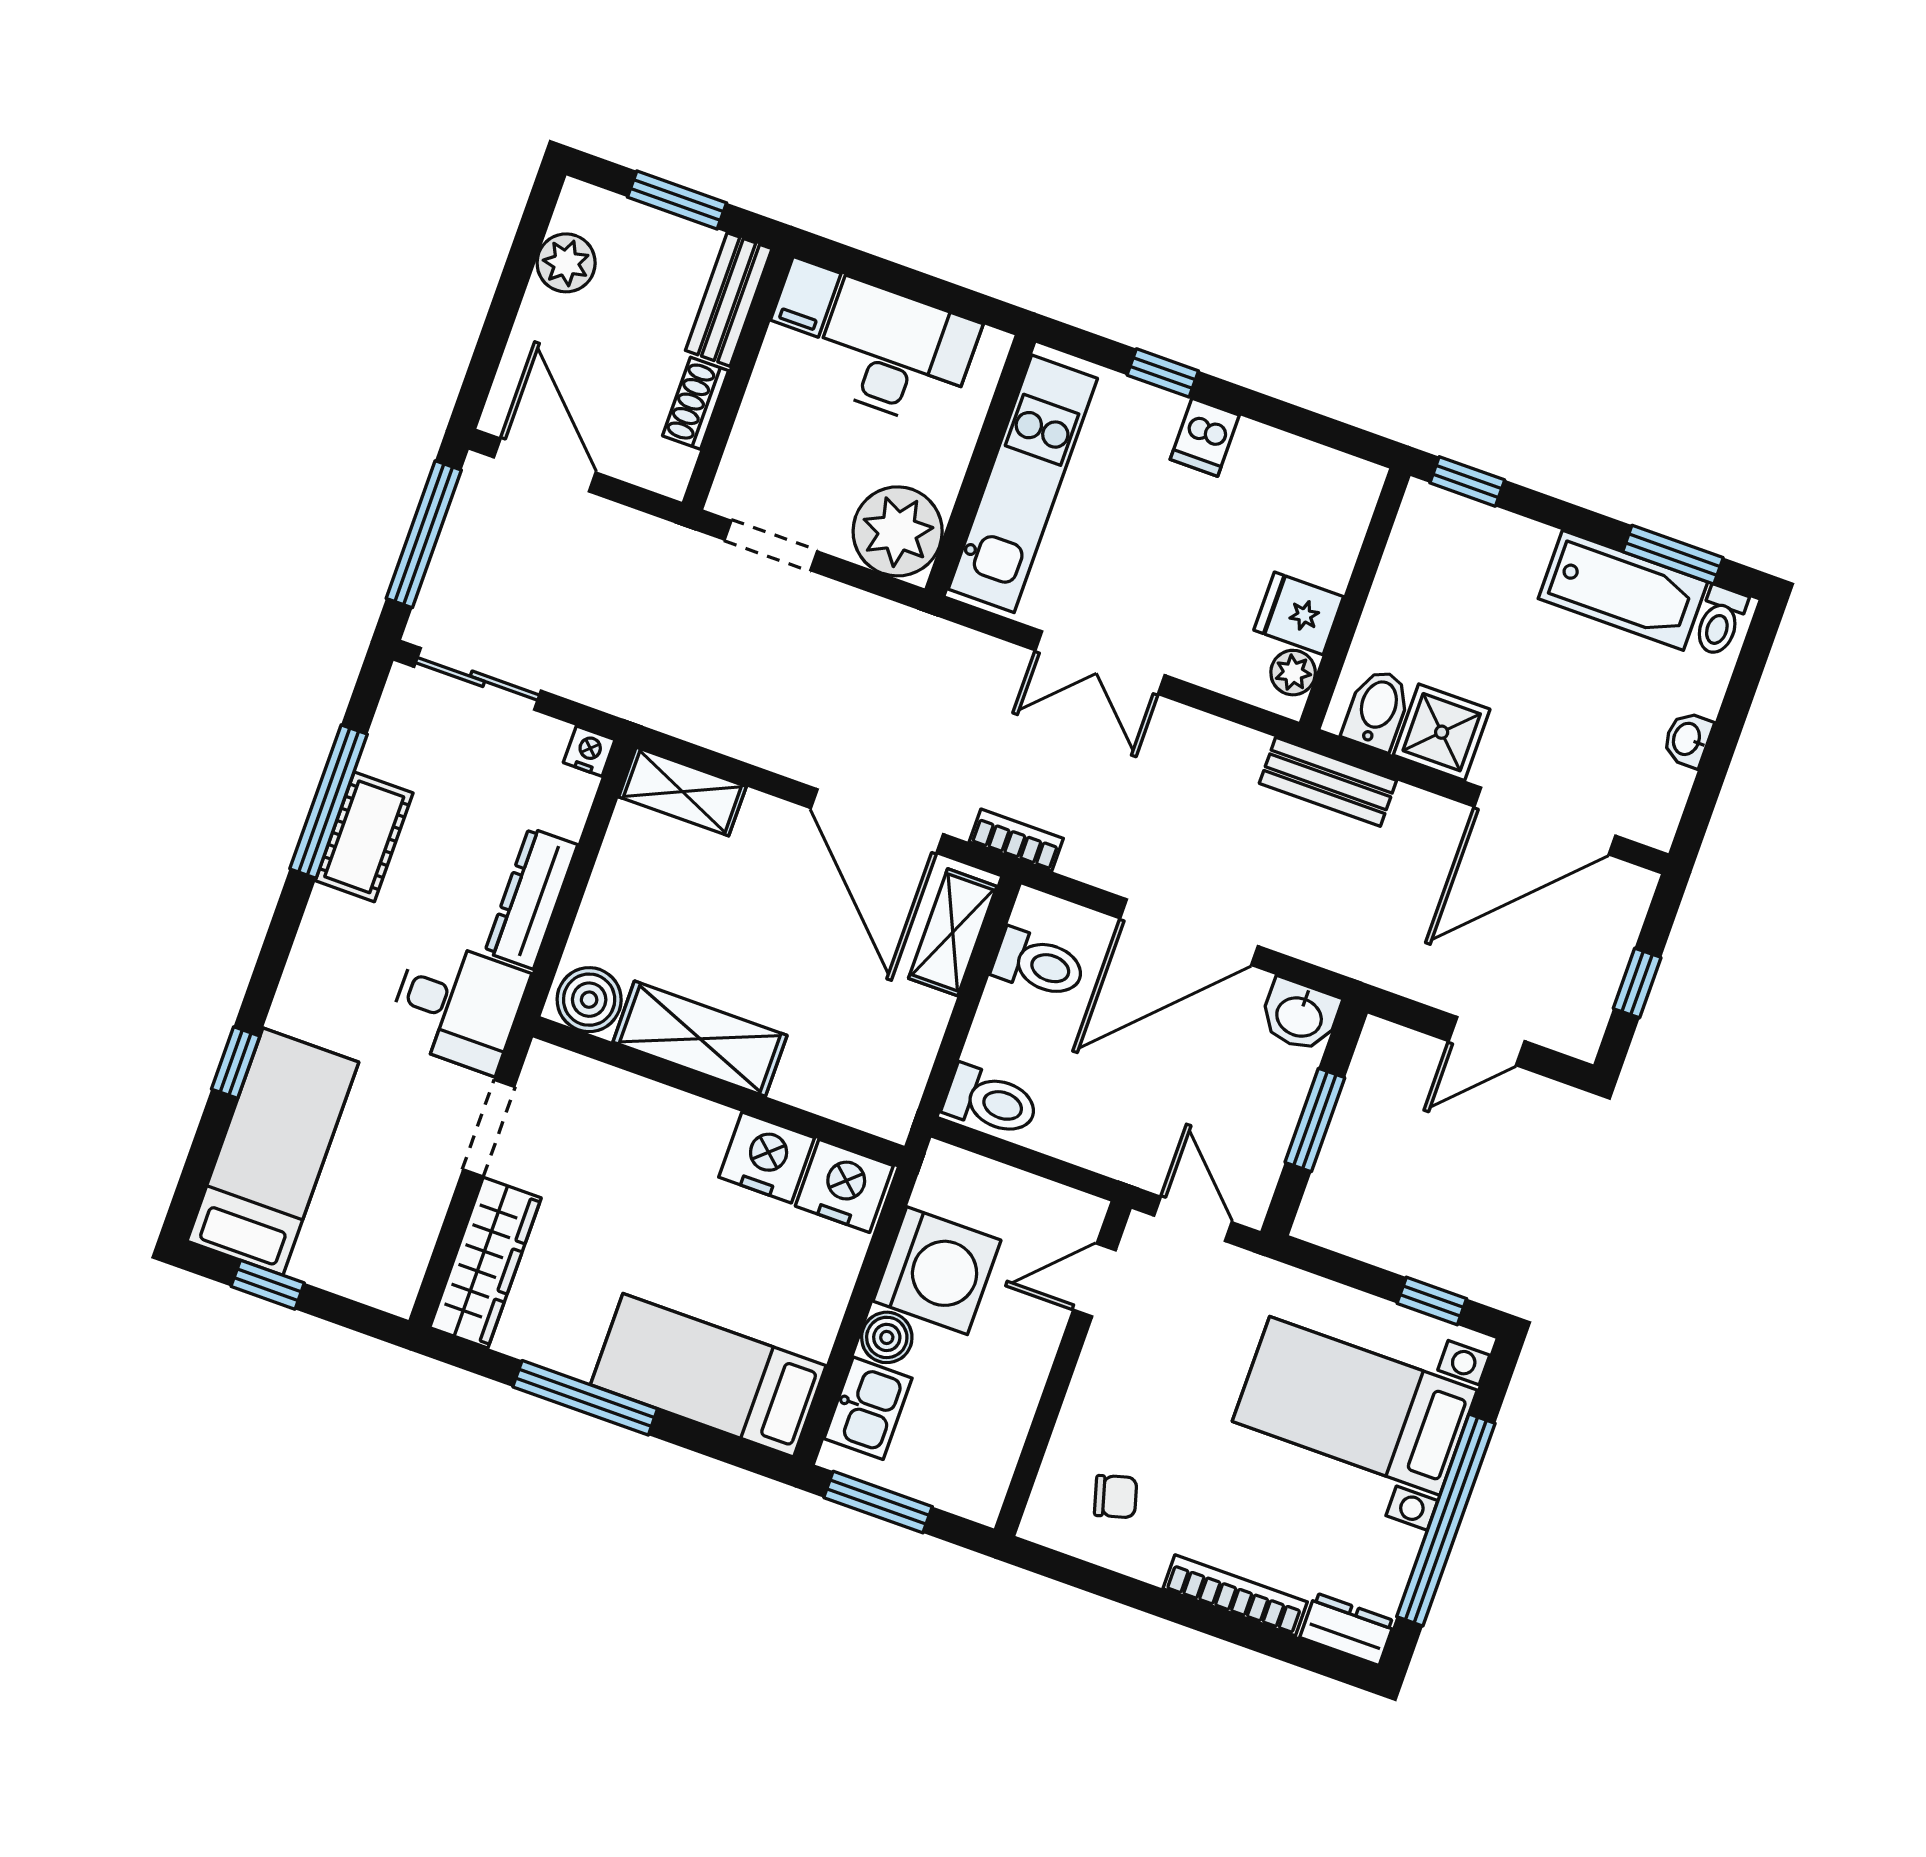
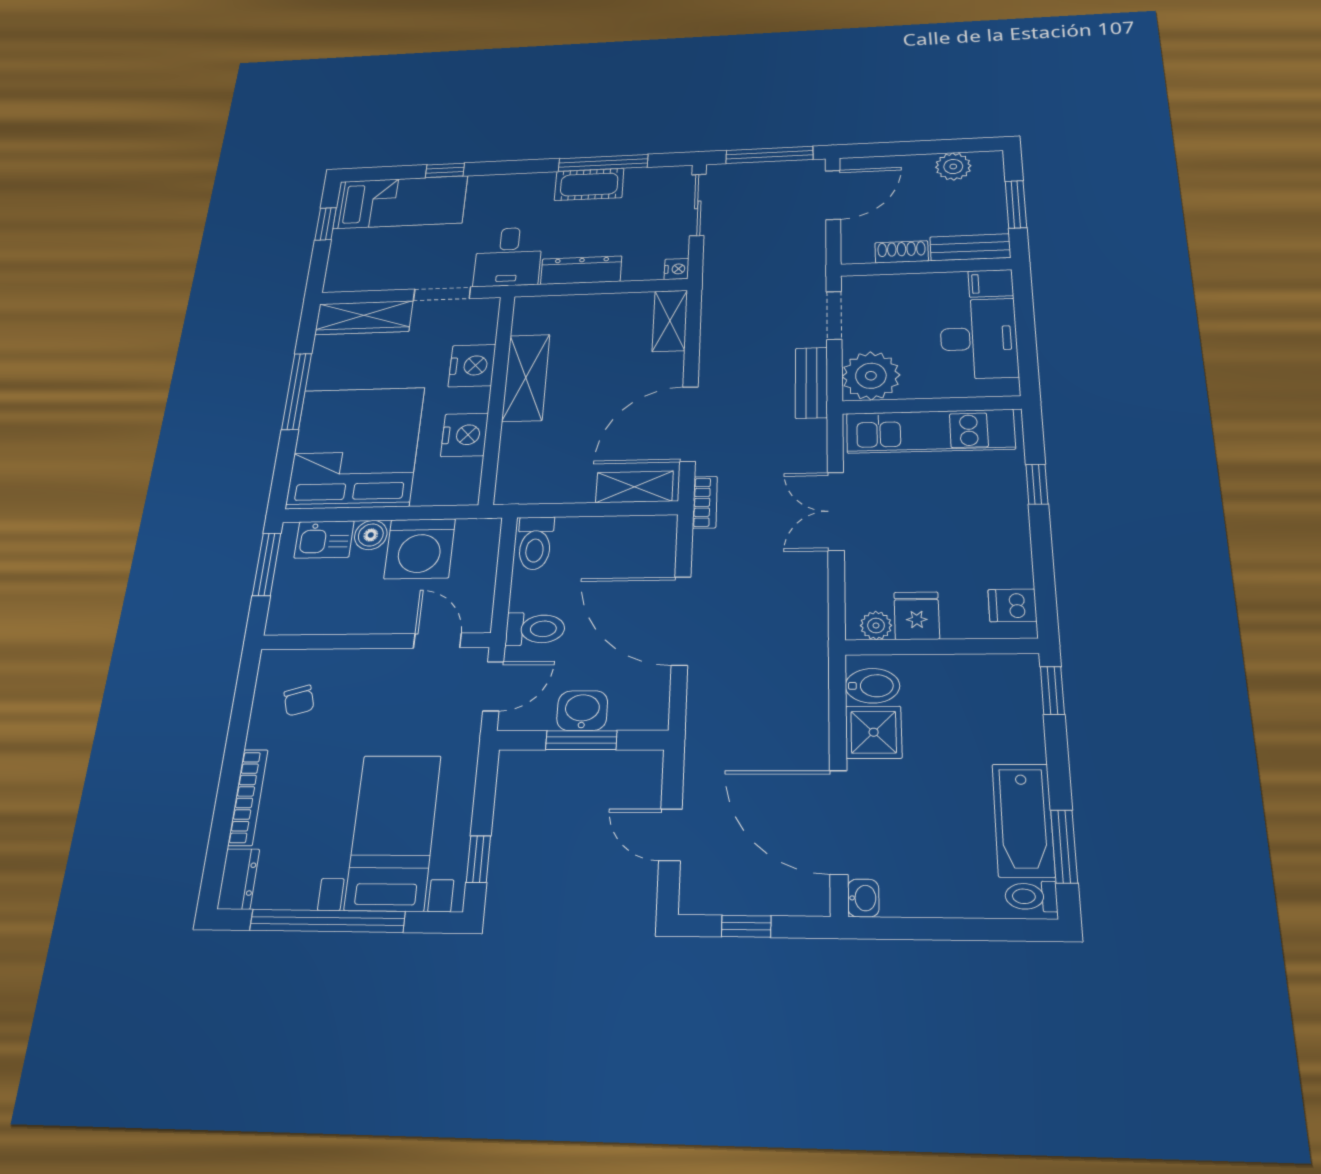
dishwasher: (1205, 437) -> (1012, 605), moved
washbasin: (1688, 739) -> (863, 898), moved, turned 90
bench: (1328, 782) -> (811, 383), moved
toilet: (1039, 964) -> (535, 629), moved, turned -90
boiler: (589, 1000) -> (532, 316), removed
washbasin: (1300, 1015) -> (582, 711), moved, turned 90
nightstand: (844, 1186) -> (472, 366), moved
bed: (708, 1375) -> (356, 448), width x2.04

